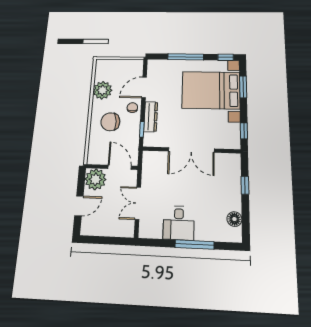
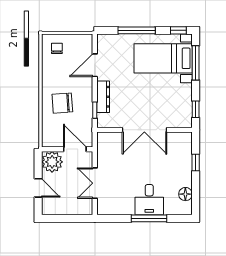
window: (243, 87) -> (196, 63), width x1.44
plant: (102, 90) -> (52, 69), removed
bed with nightstands: (211, 90) -> (163, 58), width x0.73
chair: (132, 108) -> (57, 48), moved
door: (79, 206) -> (38, 188), hinge flipped
desk: (179, 223) -> (149, 200), moved

